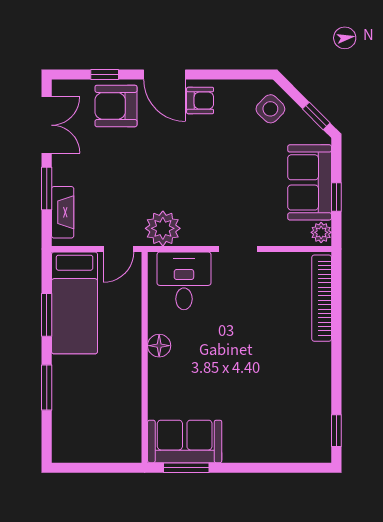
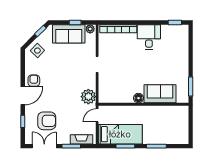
armchair: (116, 106) -> (47, 121), moved, turned -90
door: (118, 249) -> (97, 115), swing flipped
desk: (184, 281) -> (149, 37), moved, turned 90
sofa: (185, 441) -> (160, 94), moved, turned 90

